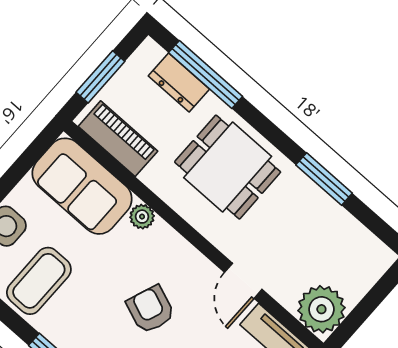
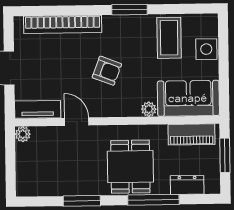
window: (206, 75) -> (153, 200), moved
dining table: (228, 167) -> (130, 167), turned 90
plant: (321, 309) -> (23, 134), width x0.53, depth x0.53

